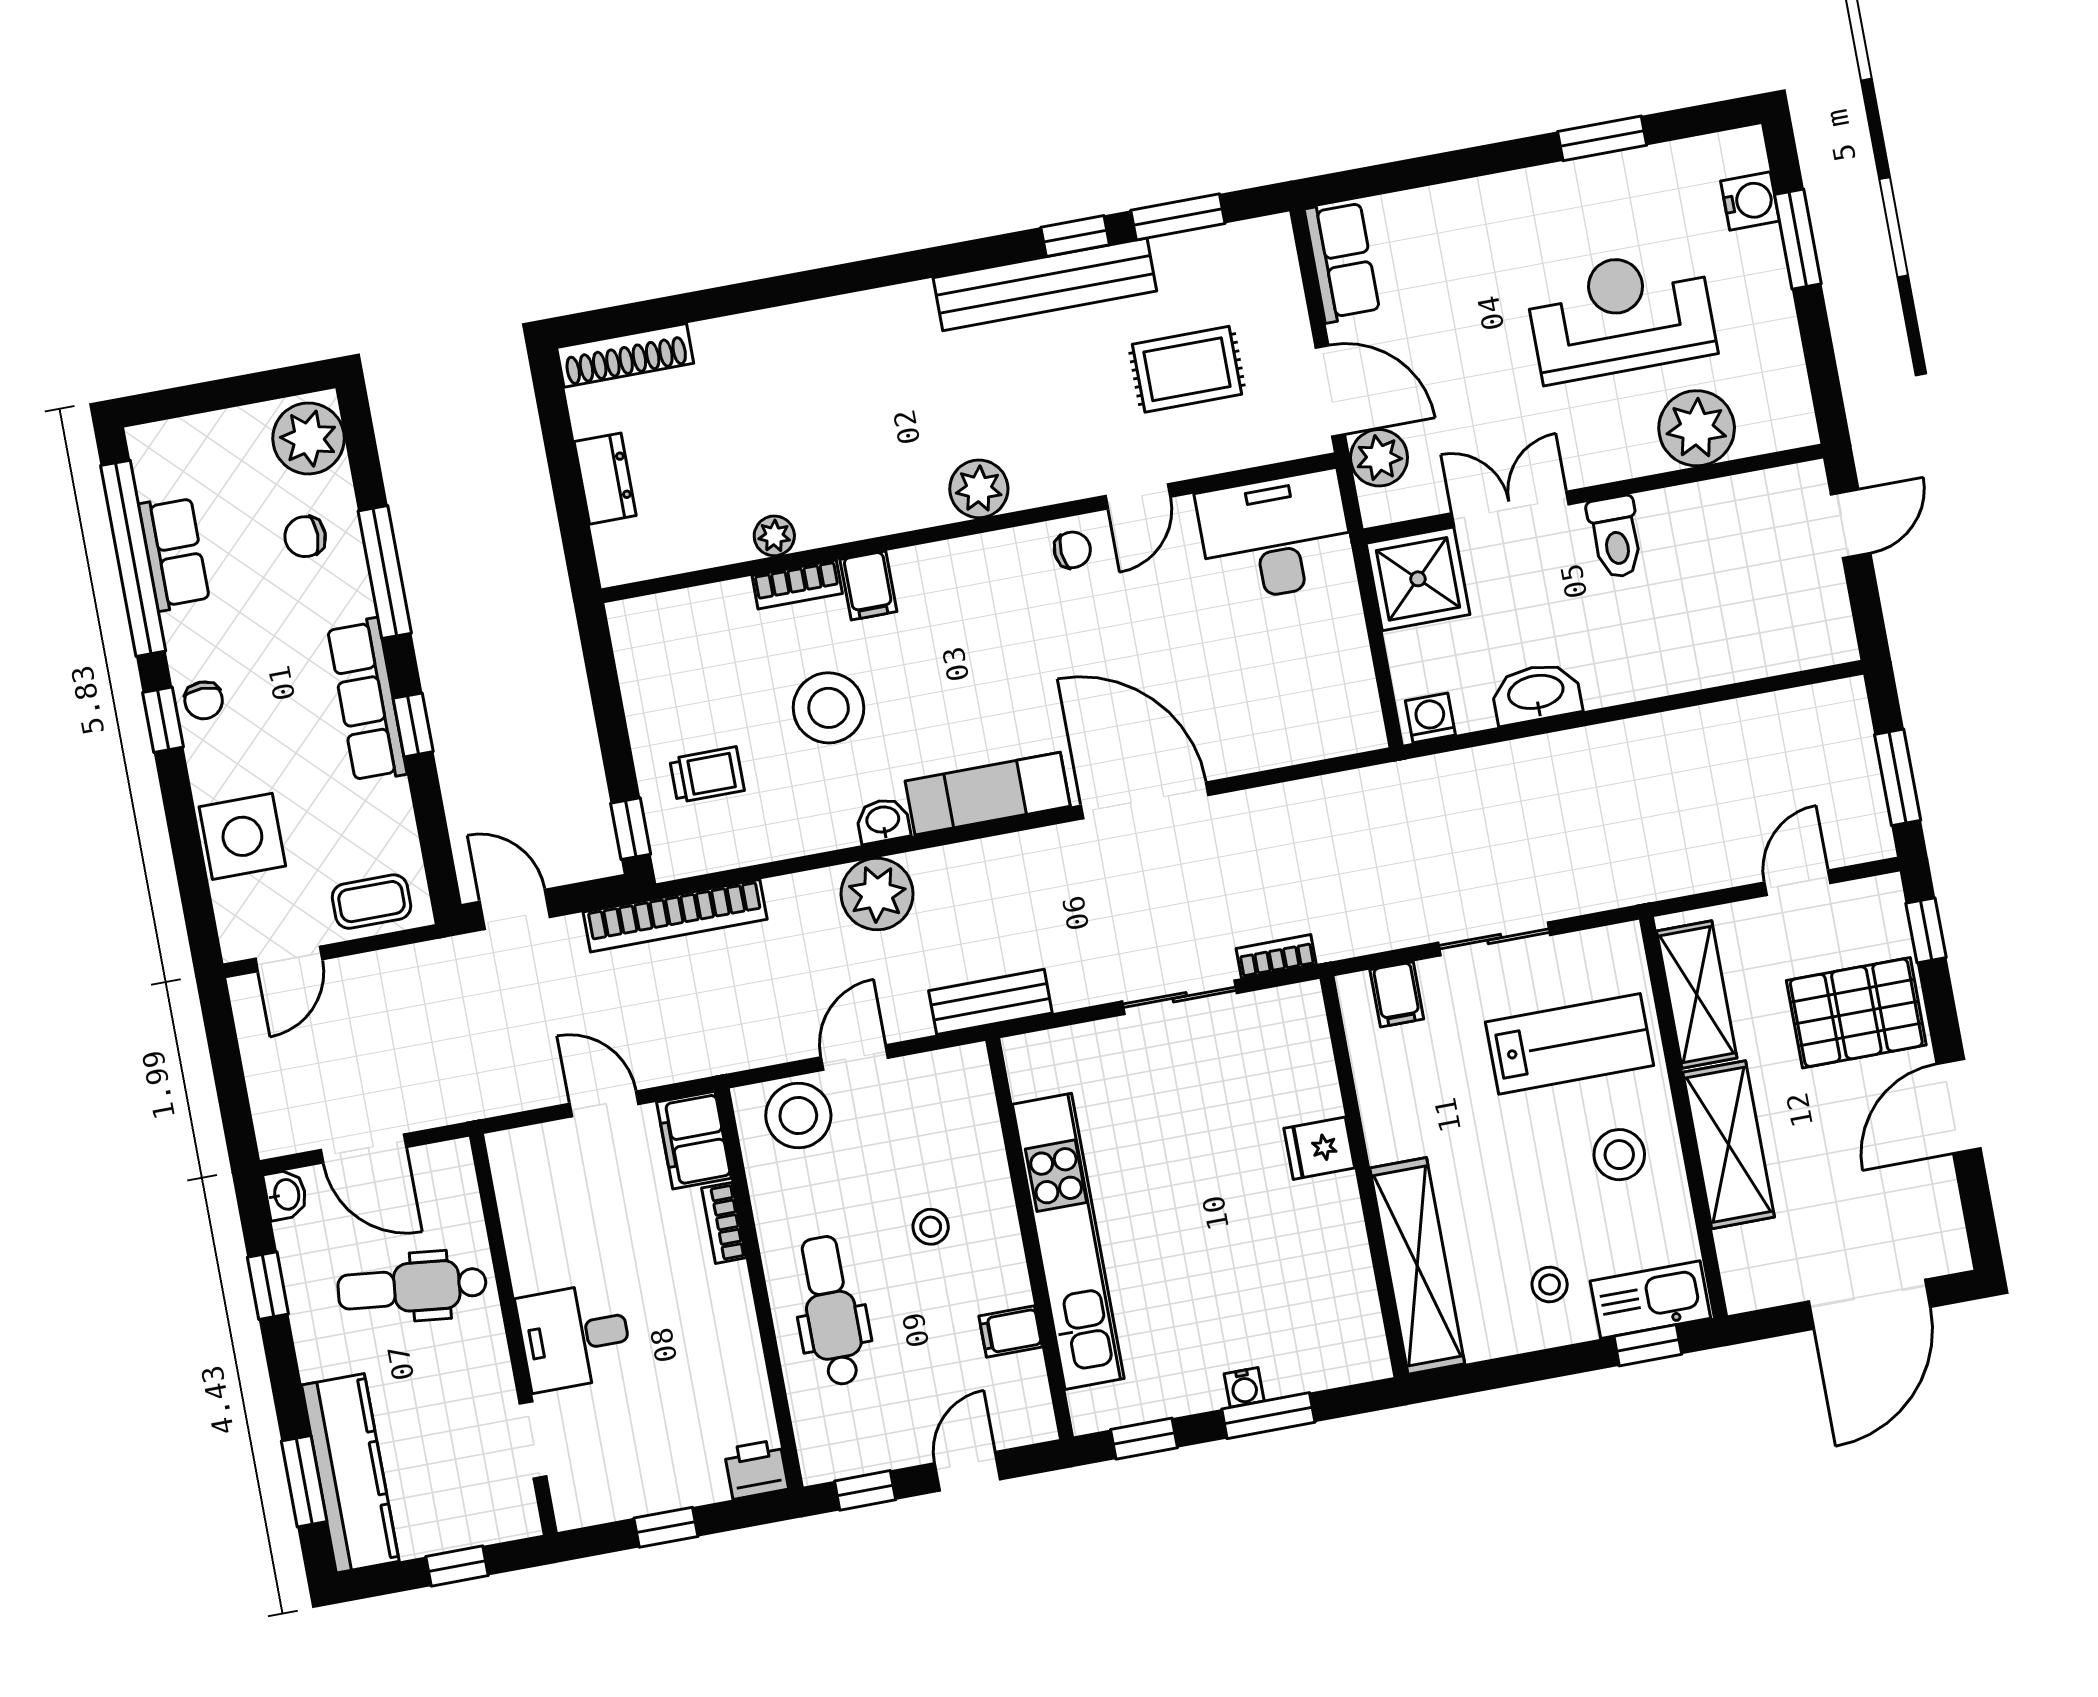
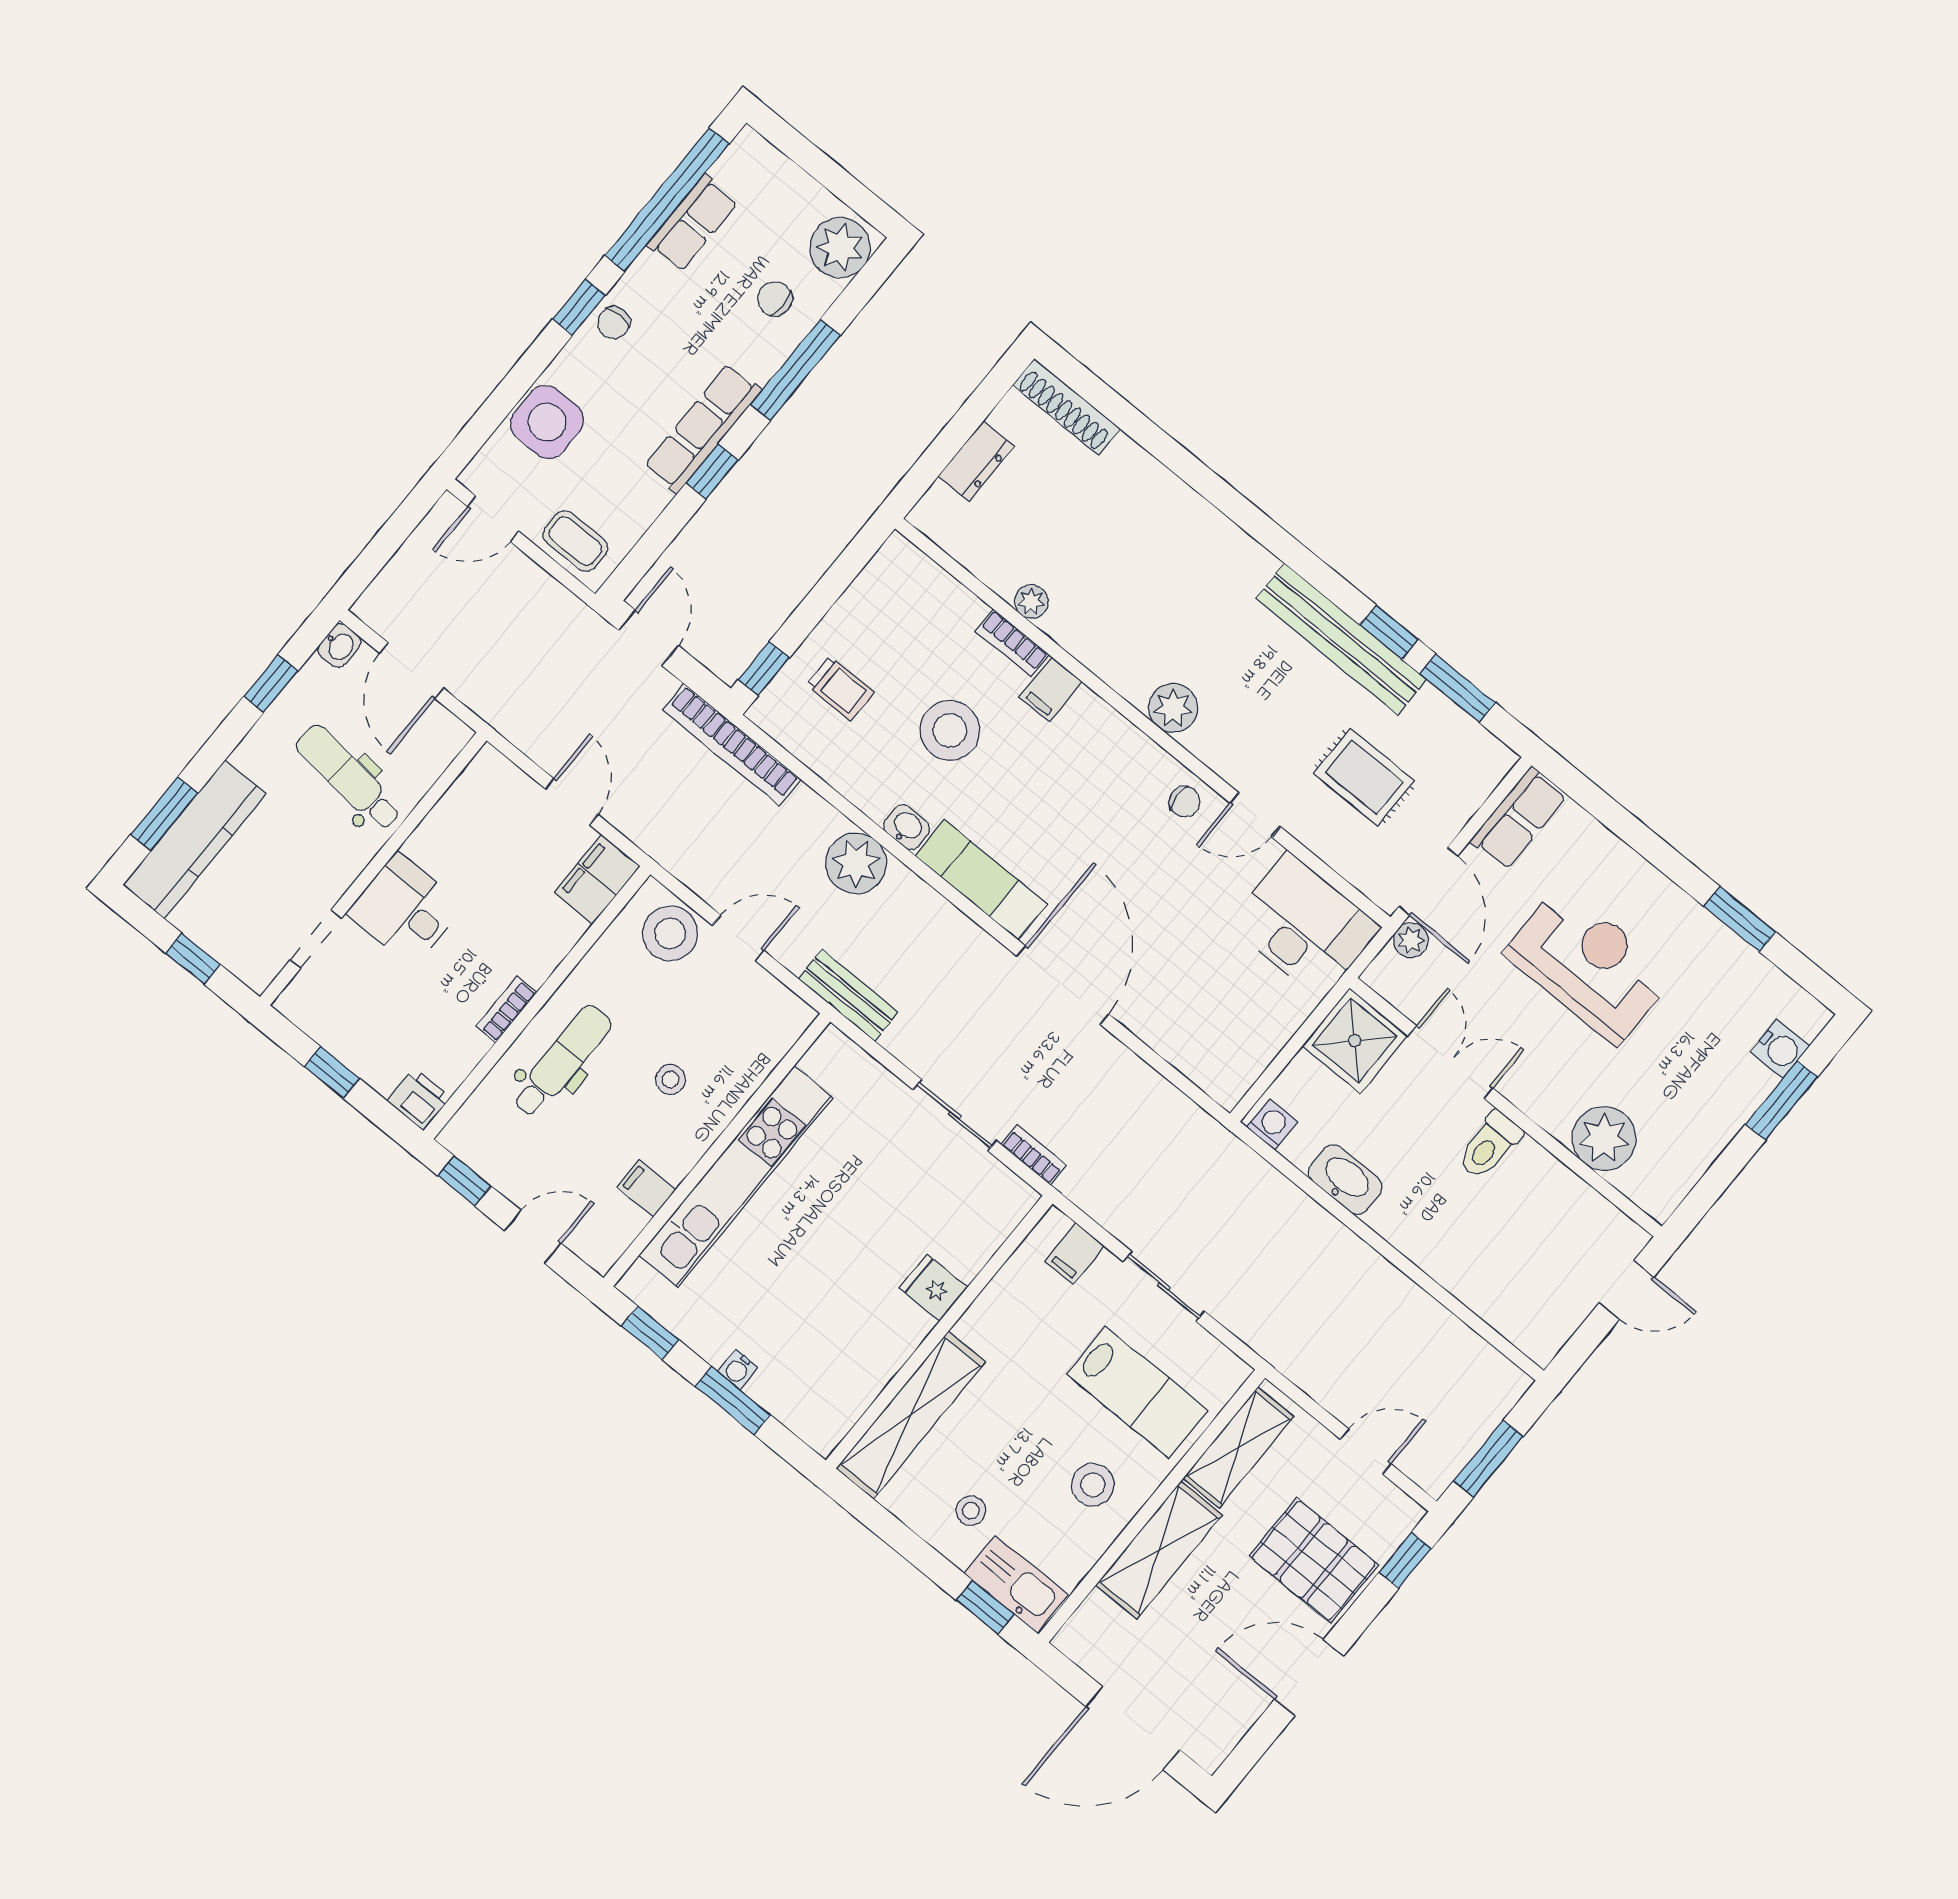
reception desk: (1621, 315) -> (1589, 965), moved
plant: (1379, 458) -> (1411, 940), width x0.73, depth x0.73
bookcase: (724, 1223) -> (506, 1009), moved

